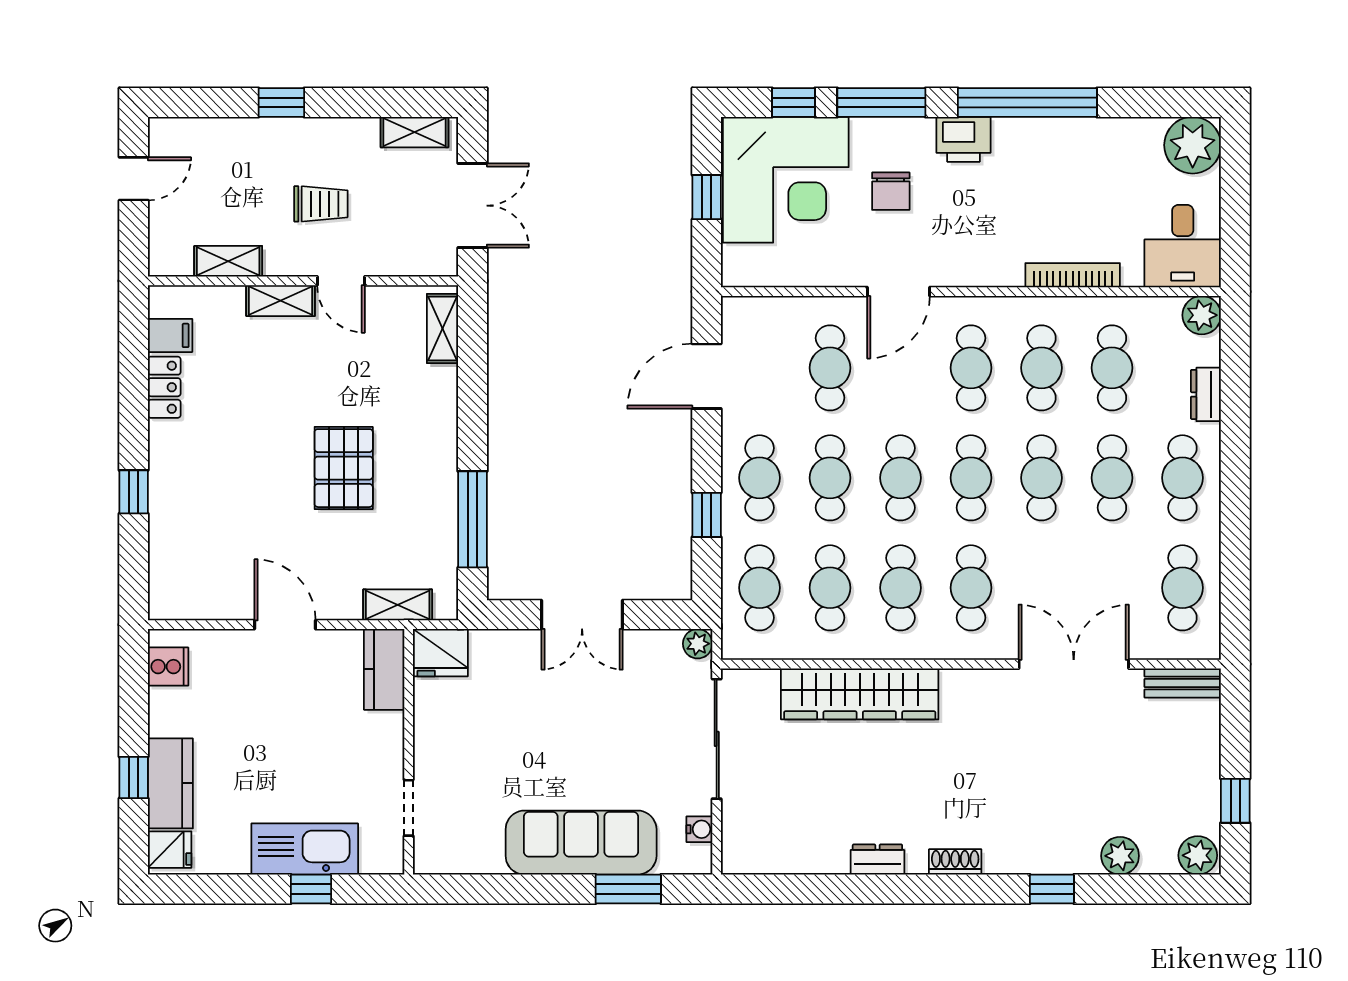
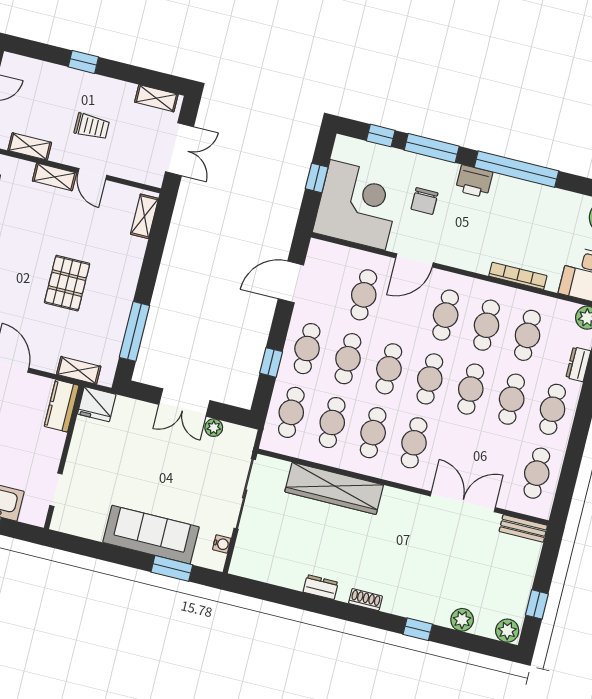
corner desk: (786, 180) -> (358, 205), moved, turned -90
plant: (698, 644) -> (214, 428), moved

